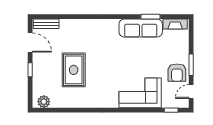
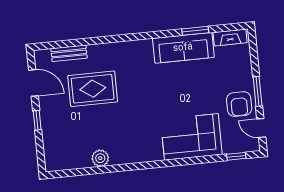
bench: (46, 24) -> (69, 53), moved
rug: (74, 70) -> (93, 89), moved, turned 90
door: (191, 91) -> (261, 128), hinge flipped
plant: (44, 102) -> (100, 158), moved

